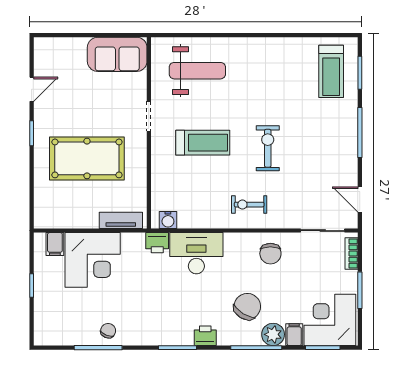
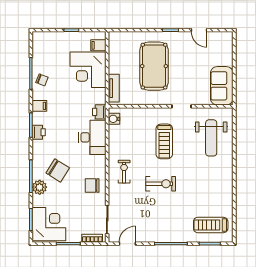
filing cabinet: (294, 335) -> (39, 106), moved
printer: (205, 336) -> (39, 132), moved

